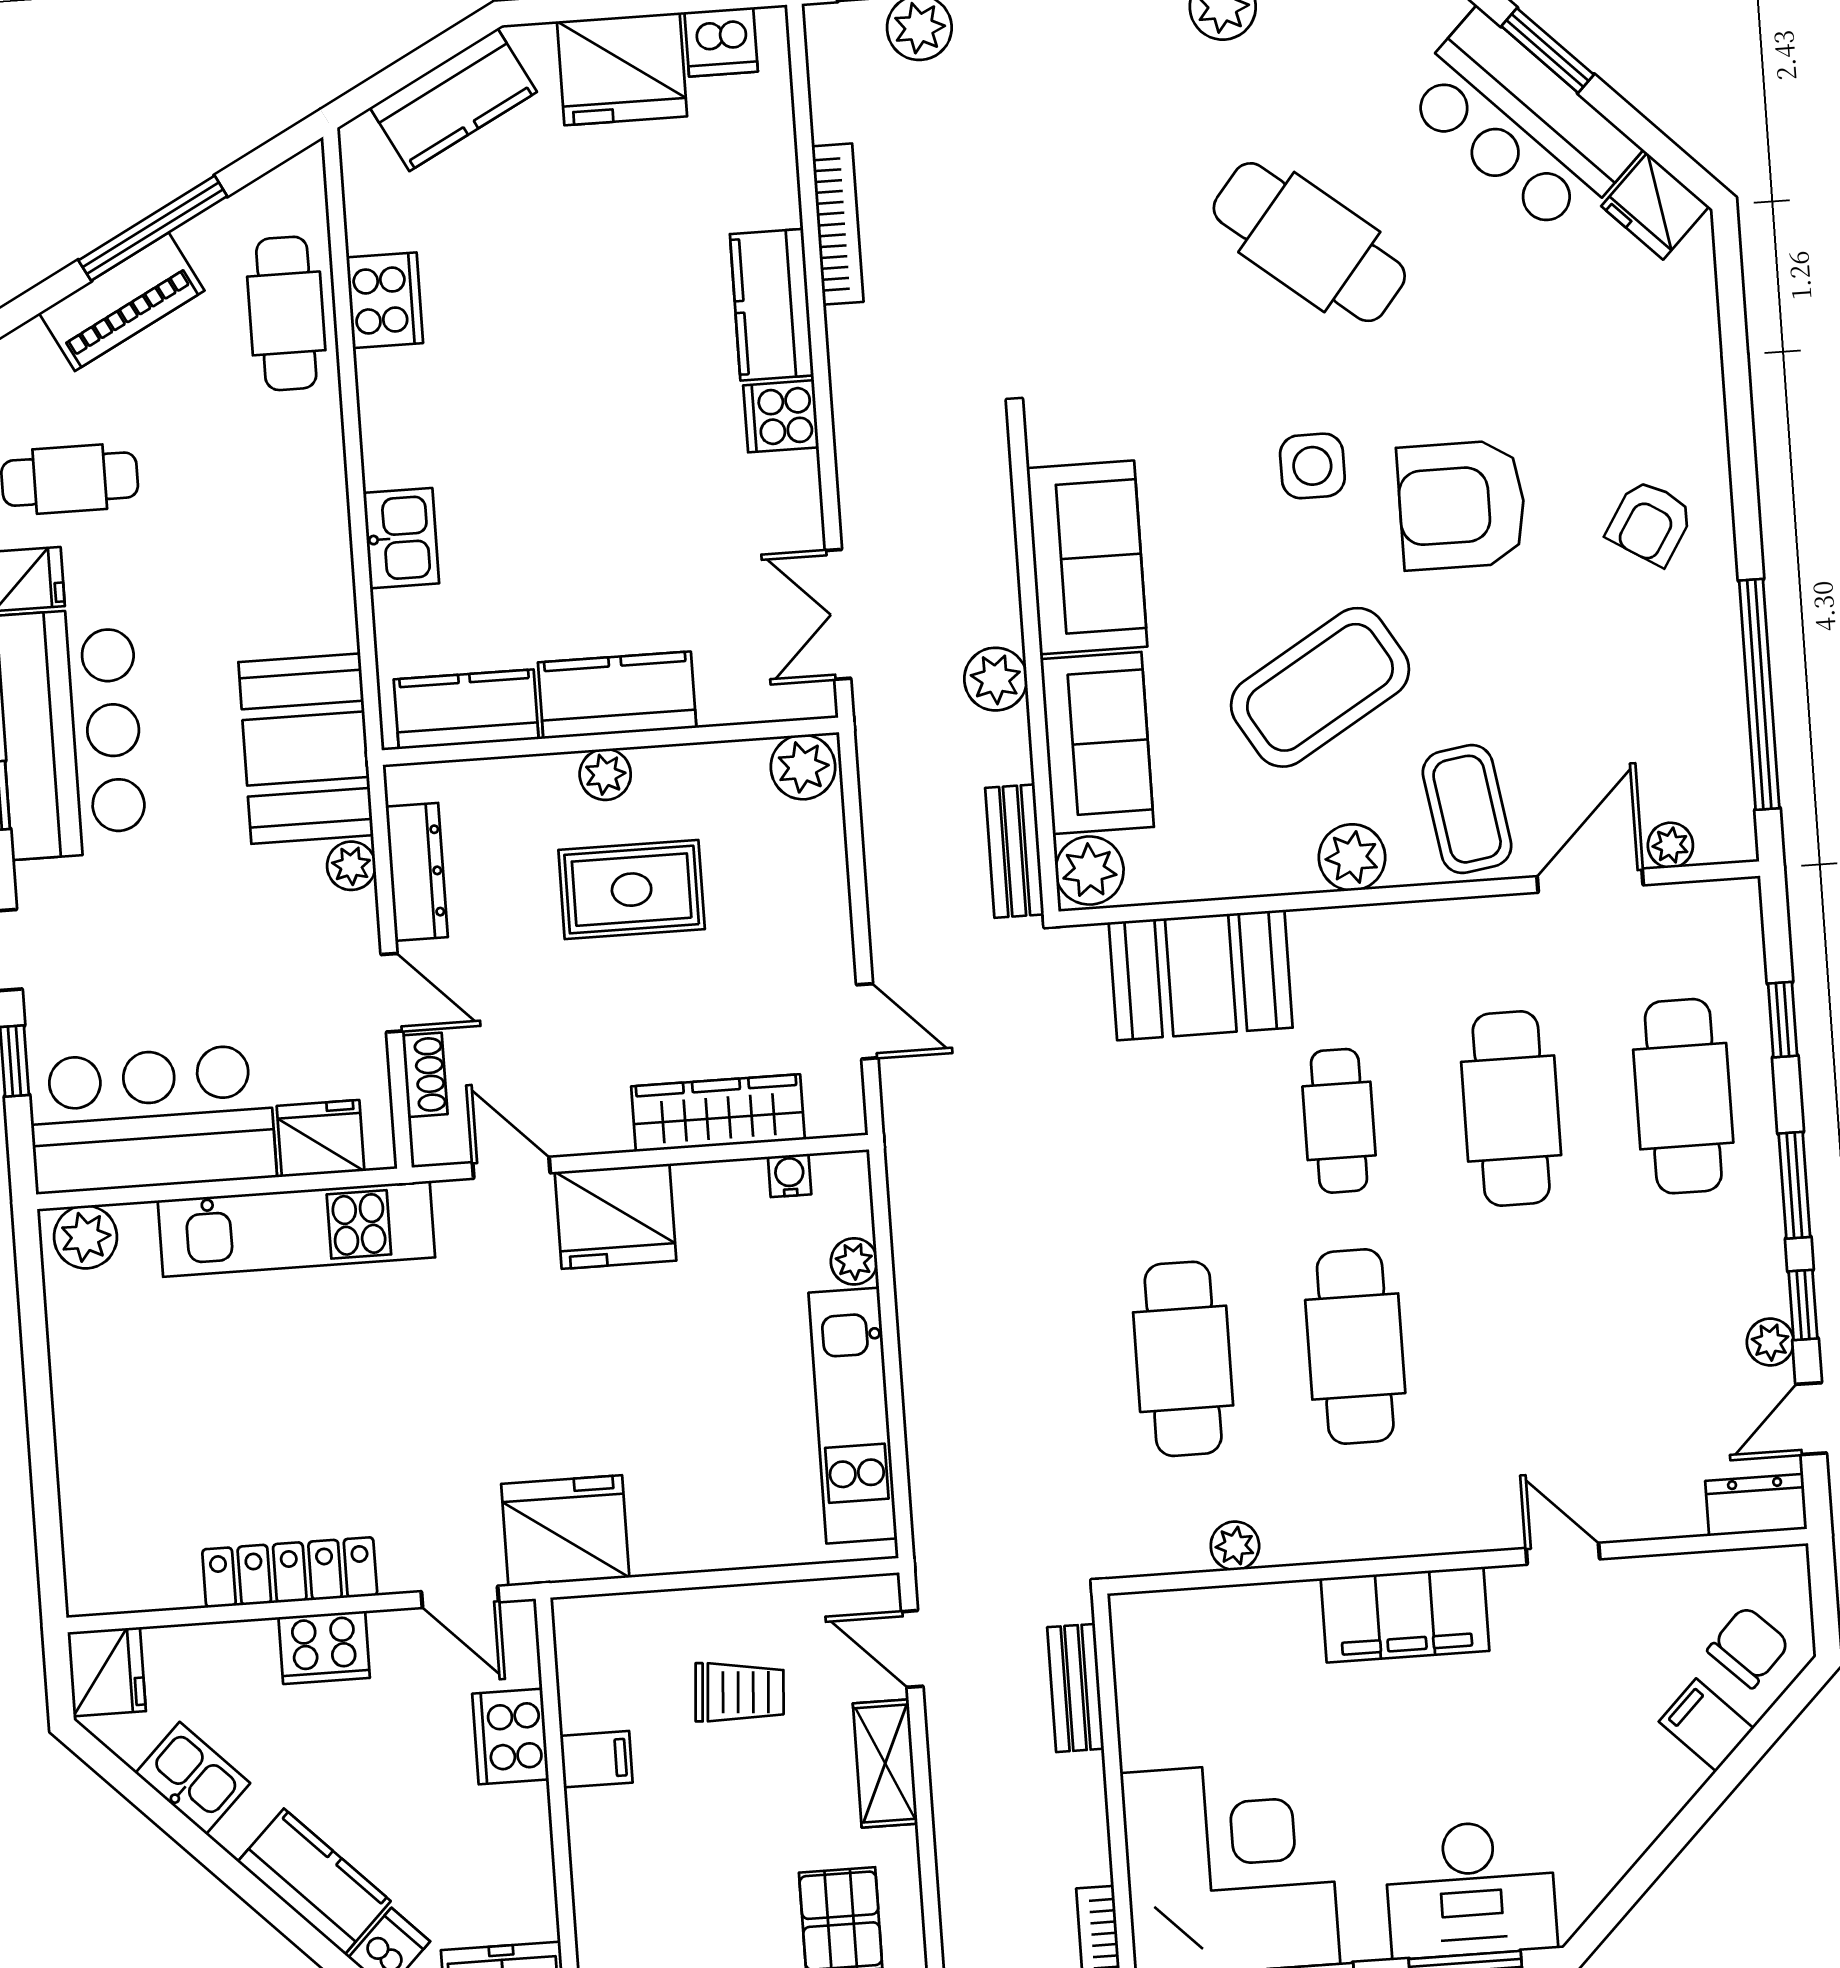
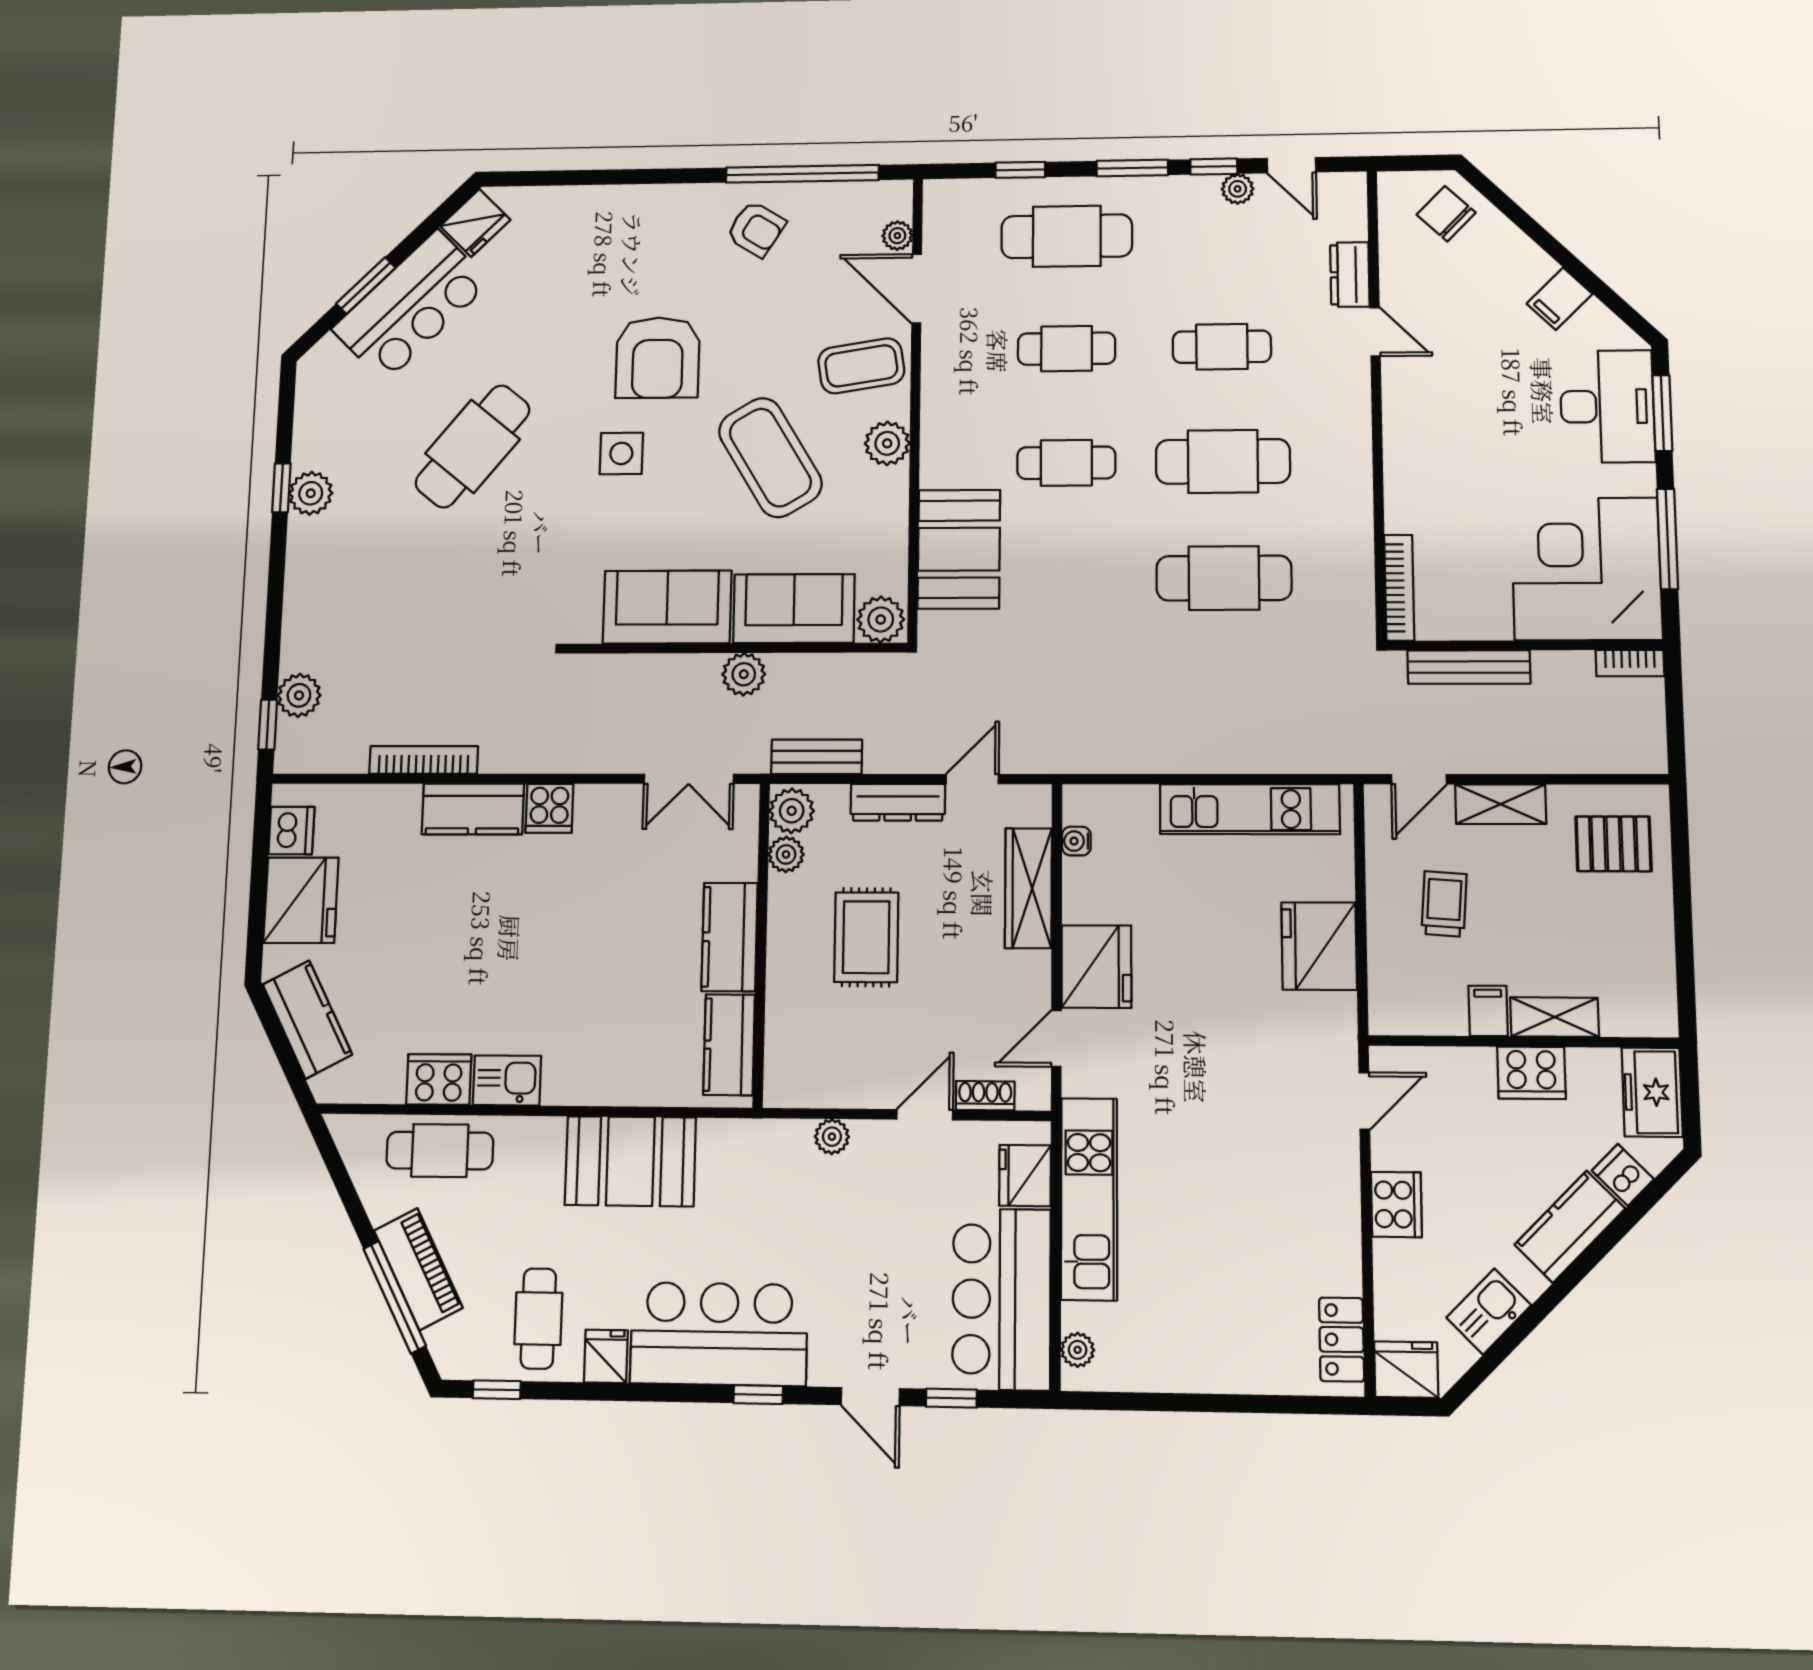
window: (153, 228) -> (395, 1297), moved
armchair: (1650, 522) -> (756, 229), moved
kitchen sink: (401, 538) -> (507, 1080), moved
booth: (306, 749) -> (630, 1161), moved
plant: (605, 774) -> (786, 854), moved
bench: (1015, 851) -> (817, 757), moved
dresser: (417, 872) -> (898, 802), moved, turned 180
cafe table: (1511, 1108) -> (1067, 349), width x0.73, depth x0.74
plant: (86, 1237) -> (1078, 1350), width x0.73, depth x0.73
plant: (854, 1261) -> (1140, 800), removed
cafe table: (1527, 1334) -> (1222, 347), added
dresser: (1756, 1505) -> (1350, 275), moved
fridge: (565, 1531) -> (1319, 946), moved
plant: (1235, 1546) -> (1357, 551), removed
door: (1563, 1554) -> (1375, 332), swing flipped
locker: (290, 1572) -> (1342, 1340), moved, width x0.66
bookcase: (1185, 1608) -> (1399, 588), added
filing cabinet: (1405, 1615) -> (1412, 439), removed
bench: (1076, 1688) -> (1469, 667), width x1.36
filing cabinet: (1706, 1725) -> (1559, 299), moved
cooker: (511, 1737) -> (1531, 1073), moved
shelving: (595, 1850) -> (1555, 1017), added

